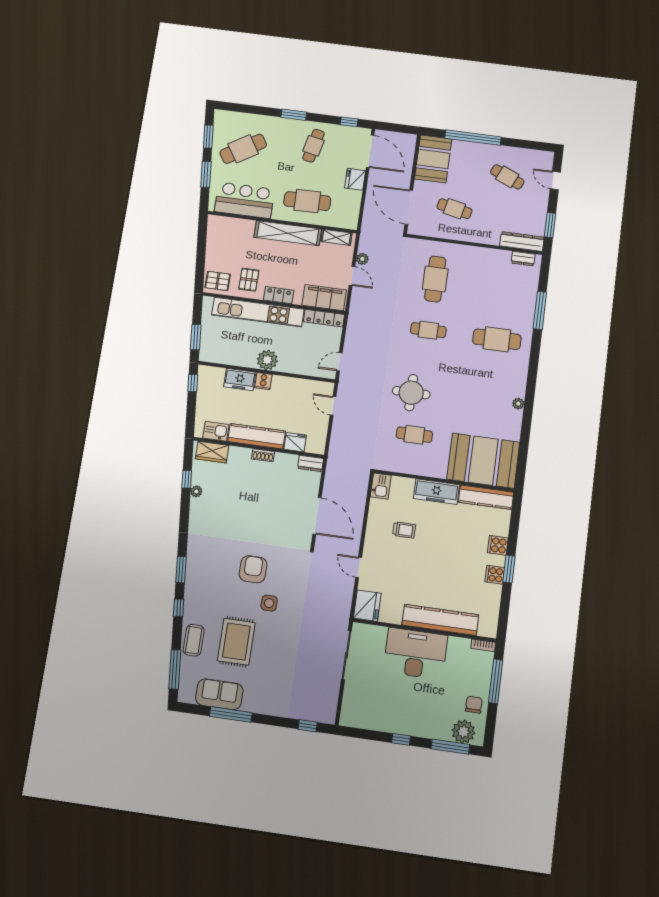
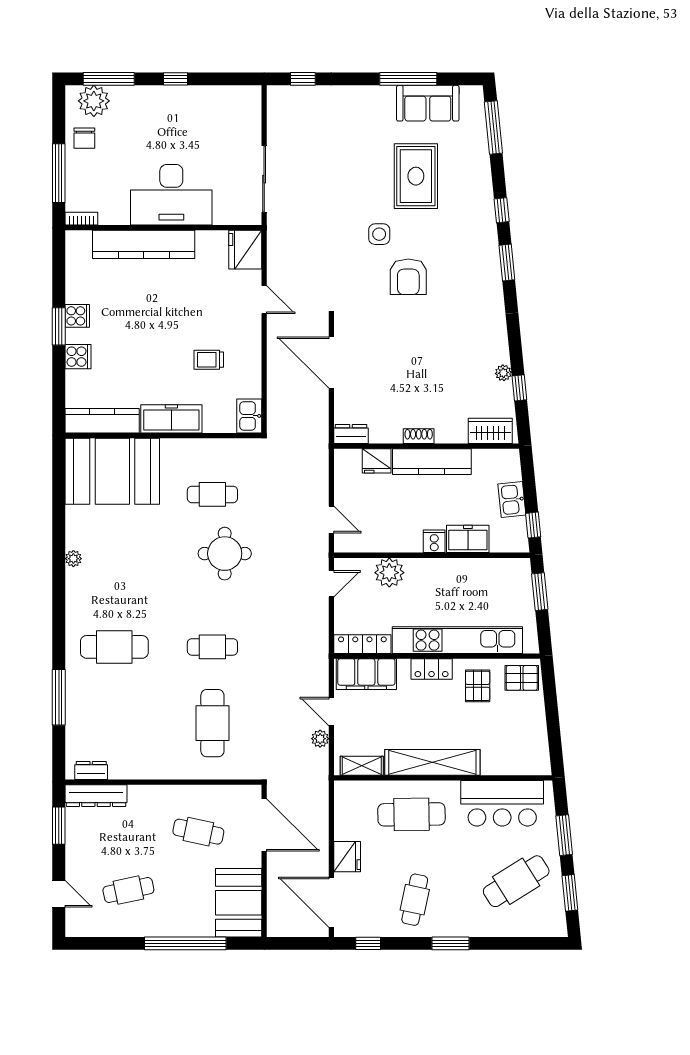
cafe table: (507, 177) -> (128, 890), turned -36
plant: (267, 360) -> (389, 573), moved
kitchen sink: (216, 431) -> (512, 500), moved, turned 84
coffee table: (194, 640) -> (474, 170), removed

